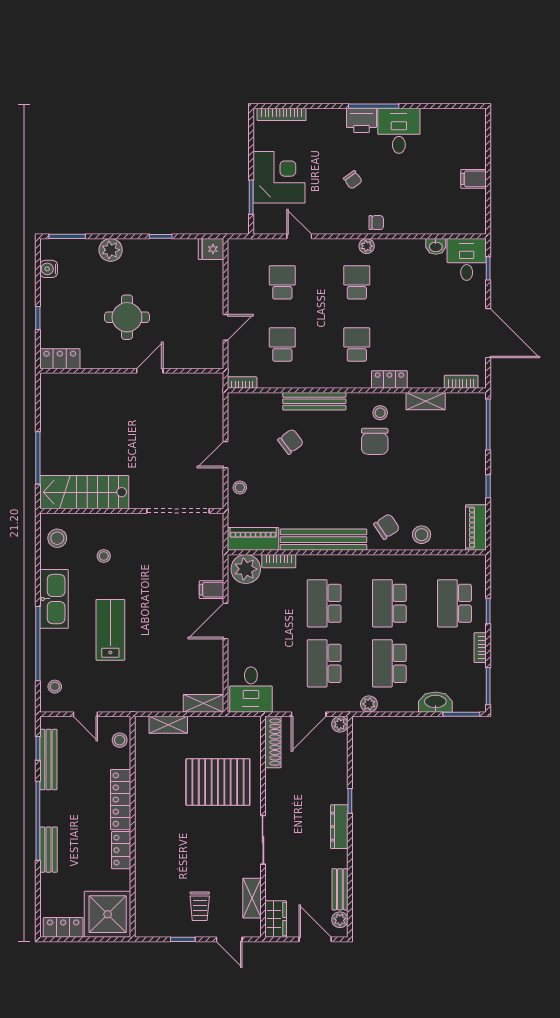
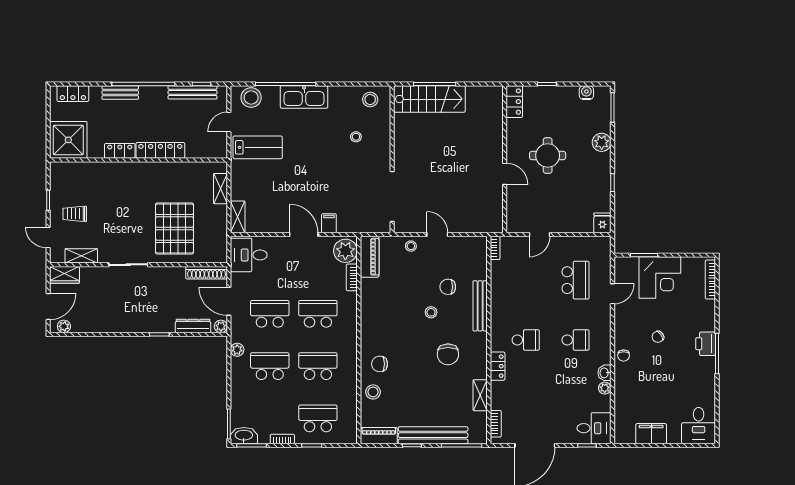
desk: (399, 131) -> (699, 426), moved, turned 90
filing cabinet: (473, 179) -> (651, 434), width x2.00
plant: (367, 246) -> (605, 388), moved
washbasin: (436, 246) -> (604, 373), moved
school desk: (282, 282) -> (576, 280), width x1.85
door: (225, 327) -> (539, 235), hinge flipped
school desk: (282, 345) -> (526, 280), removed
stool: (380, 413) -> (431, 312), moved
chair: (375, 441) -> (448, 354), turned -90
chair: (291, 442) -> (448, 287), turned 127
stairs: (84, 492) -> (429, 99), moved, turned 90
chair: (387, 526) -> (380, 364), turned 124
bench: (323, 540) -> (433, 435), moved, turned 90
kitchen sink: (54, 599) -> (304, 97), moved
lab bench: (110, 630) -> (258, 147), moved
stool: (55, 687) -> (251, 97), width x1.89, depth x1.89
washbasin: (435, 702) -> (244, 436), moved, turned -90
stool: (120, 740) -> (208, 150), removed
dresser: (339, 827) -> (193, 326), moved
bench: (340, 889) -> (88, 326), removed
locker: (63, 927) -> (73, 94), moved, turned 90
door: (229, 939) -> (48, 237), hinge flipped

